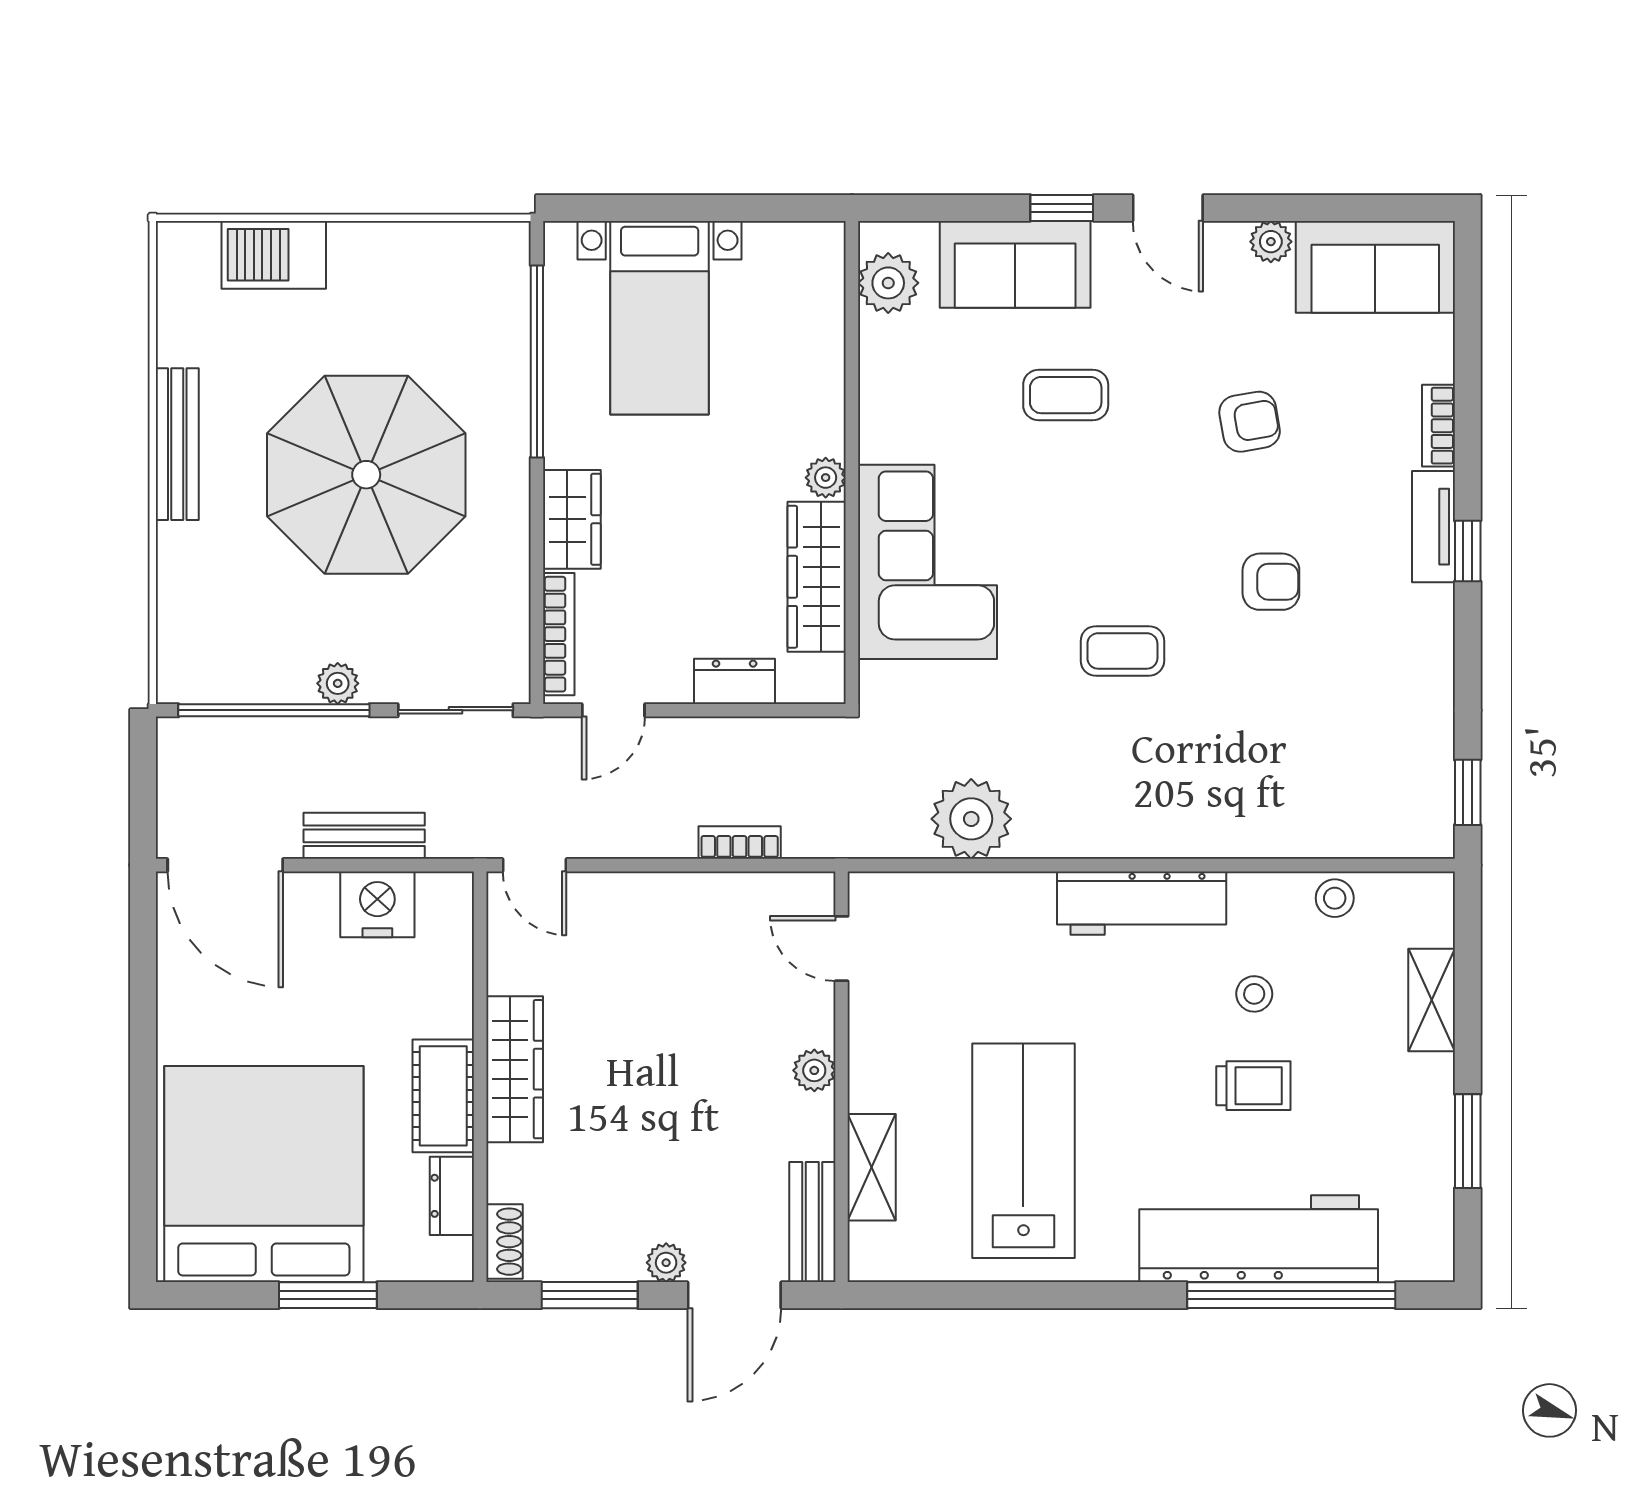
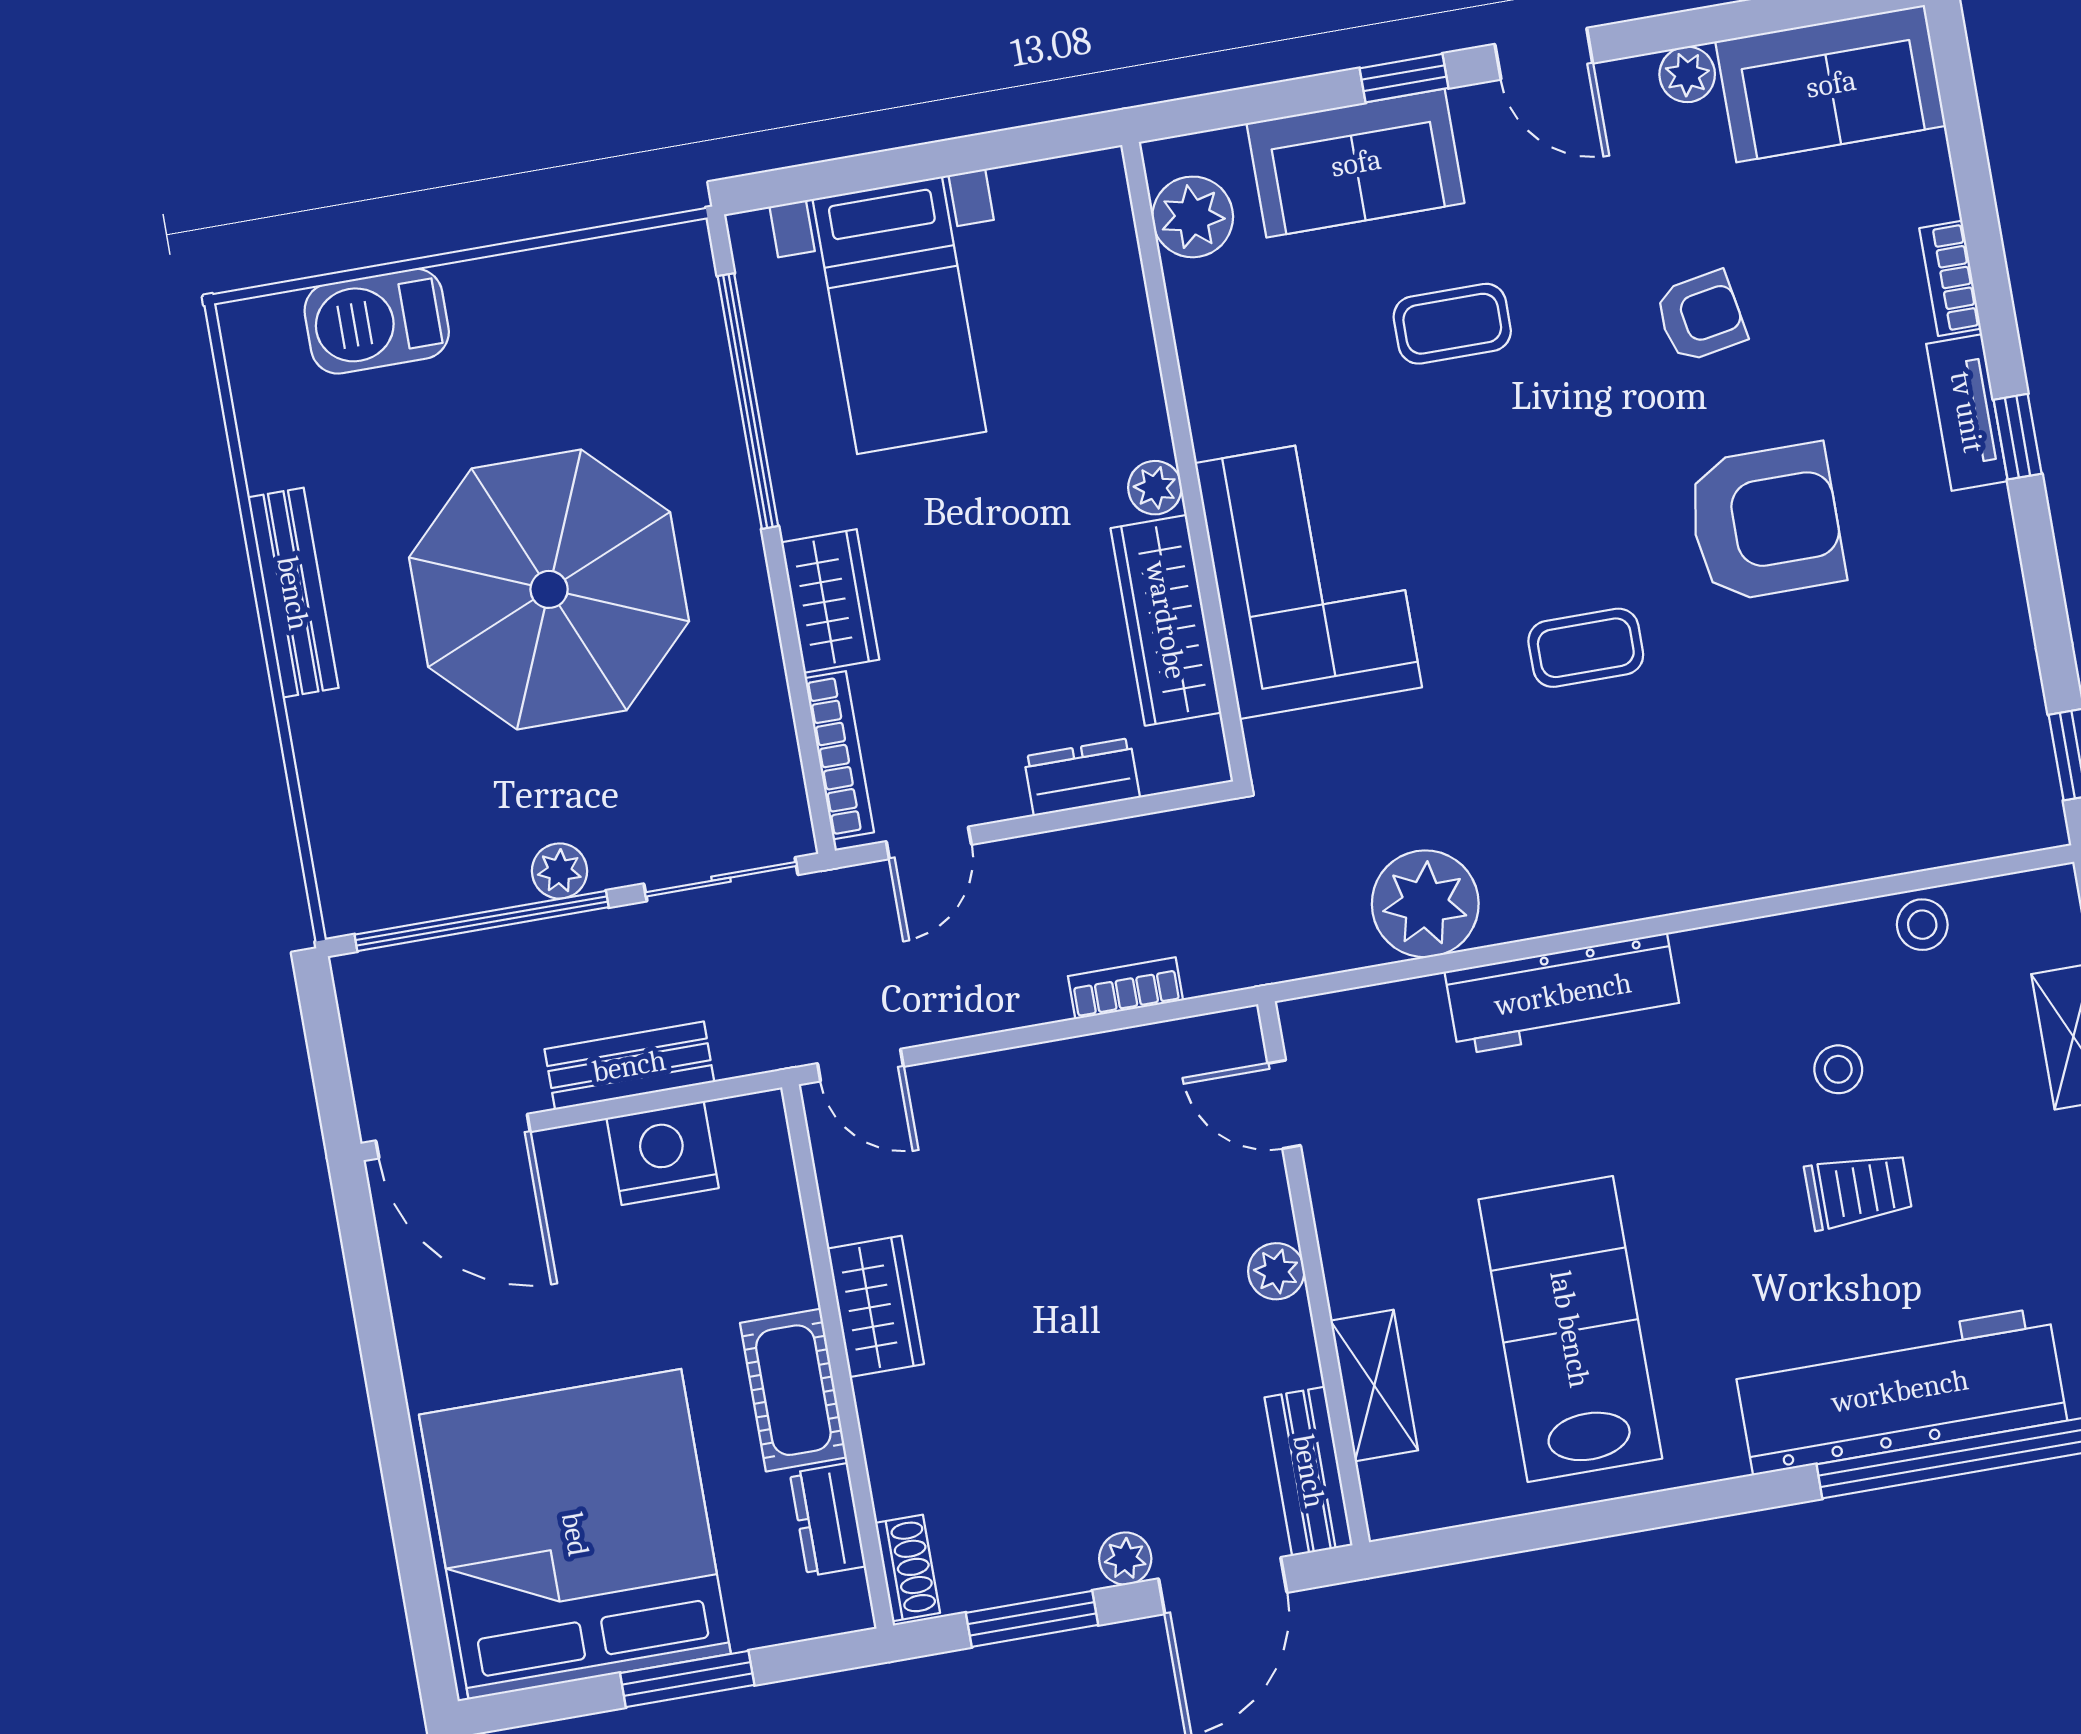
armchair: (1271, 582) -> (1766, 522), width x1.88, depth x1.88
workbench: (1142, 903) -> (1563, 994), moved
wardrobe: (515, 1069) -> (876, 1306), width x0.67

